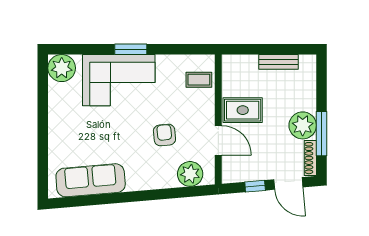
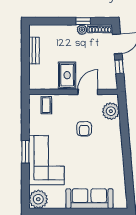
plant: (303, 125) -> (82, 30), width x0.53, depth x0.53
window: (321, 134) -> (83, 21), width x0.46
armchair: (164, 135) -> (84, 129), turned -84
sofa: (91, 180) -> (89, 199), moved, turned 95

